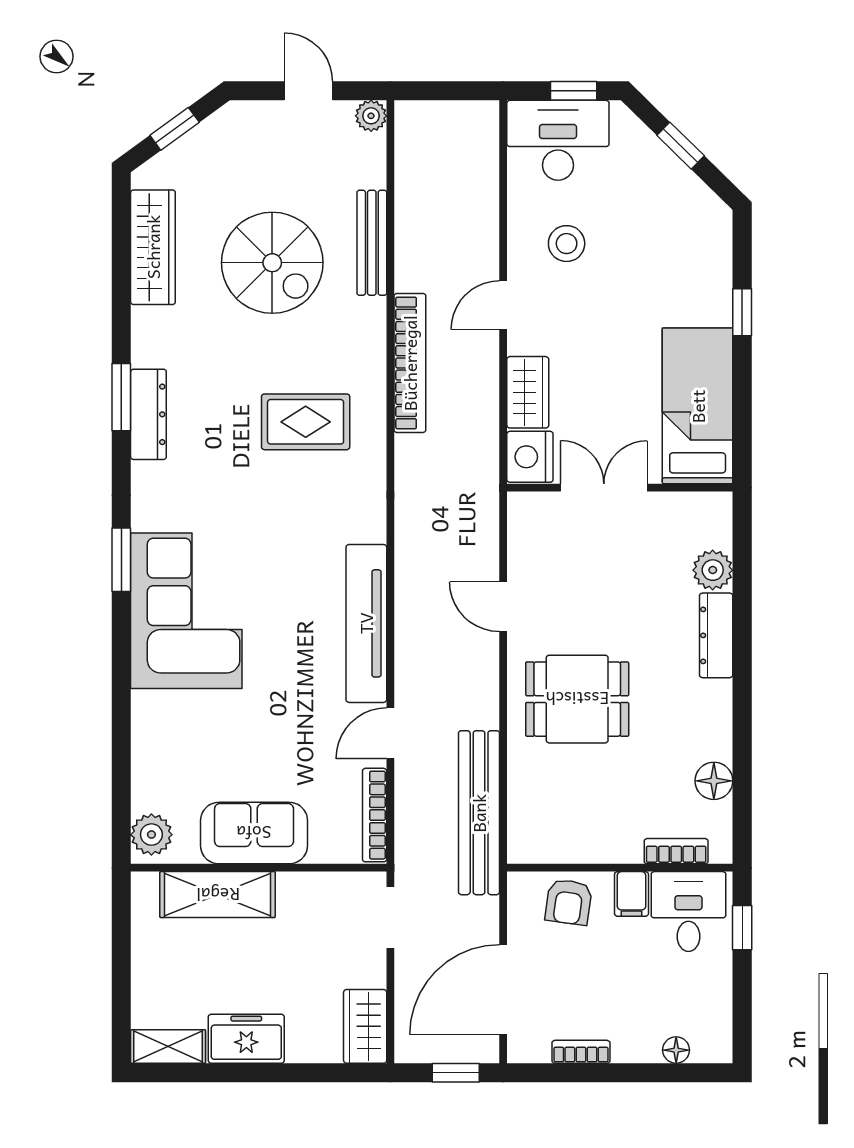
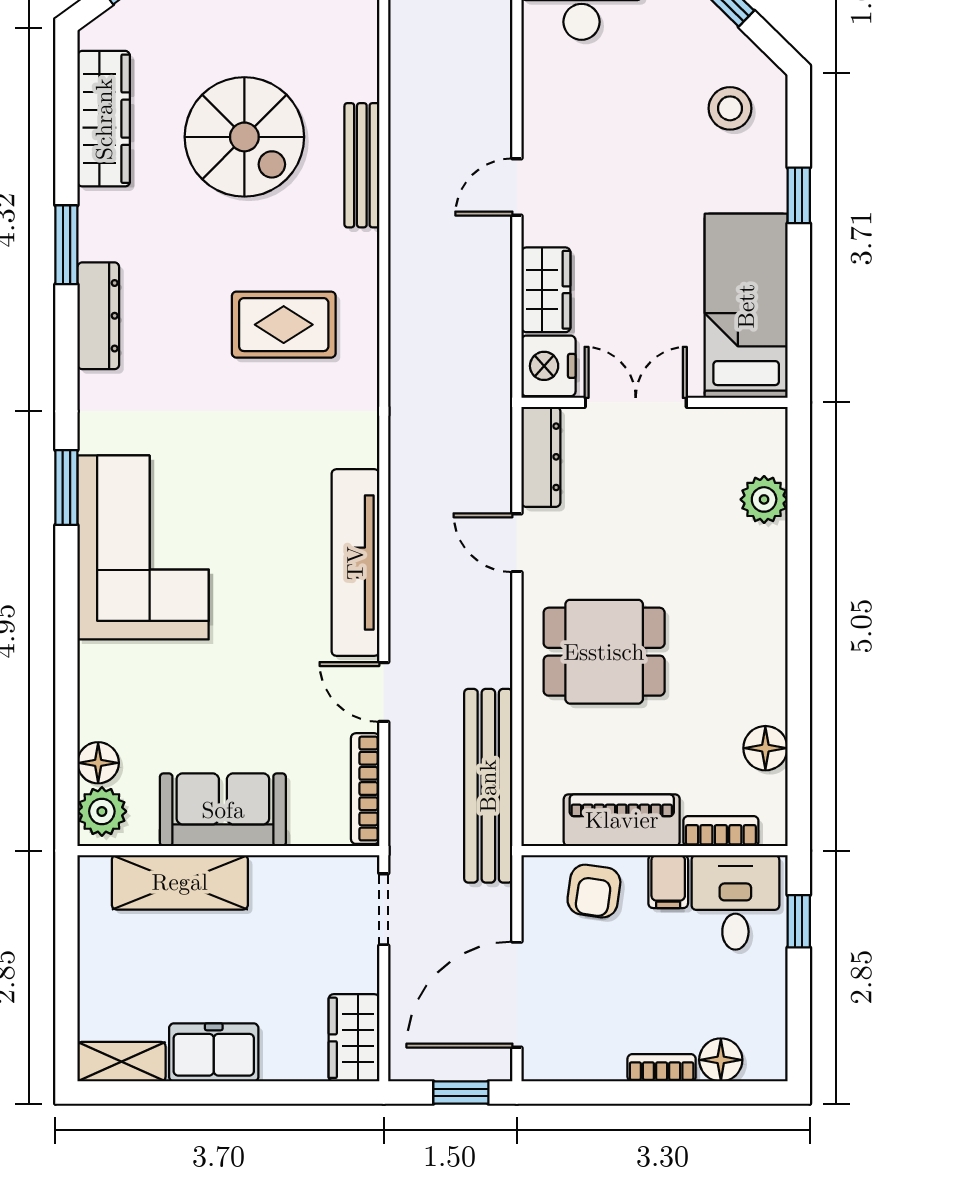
bench: (372, 243) -> (362, 165), moved
stool: (567, 244) -> (730, 108), moved
bookcase: (410, 363) -> (407, 255), removed
window: (121, 397) -> (66, 245), moved
dresser: (716, 635) -> (541, 457), moved, turned 180
door: (390, 733) -> (384, 692), hinge flipped
floor lamp: (148, 793) -> (98, 763), added
piano: (592, 842) -> (622, 820), added
floor lamp: (676, 1050) -> (721, 1060), width x1.37, depth x1.37
bookcase: (581, 1052) -> (662, 1068), moved

